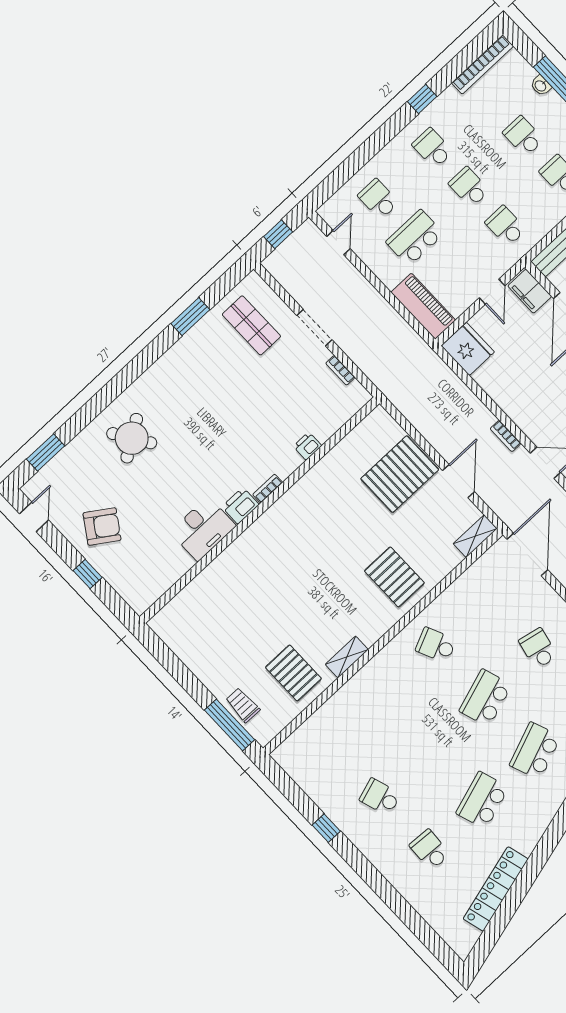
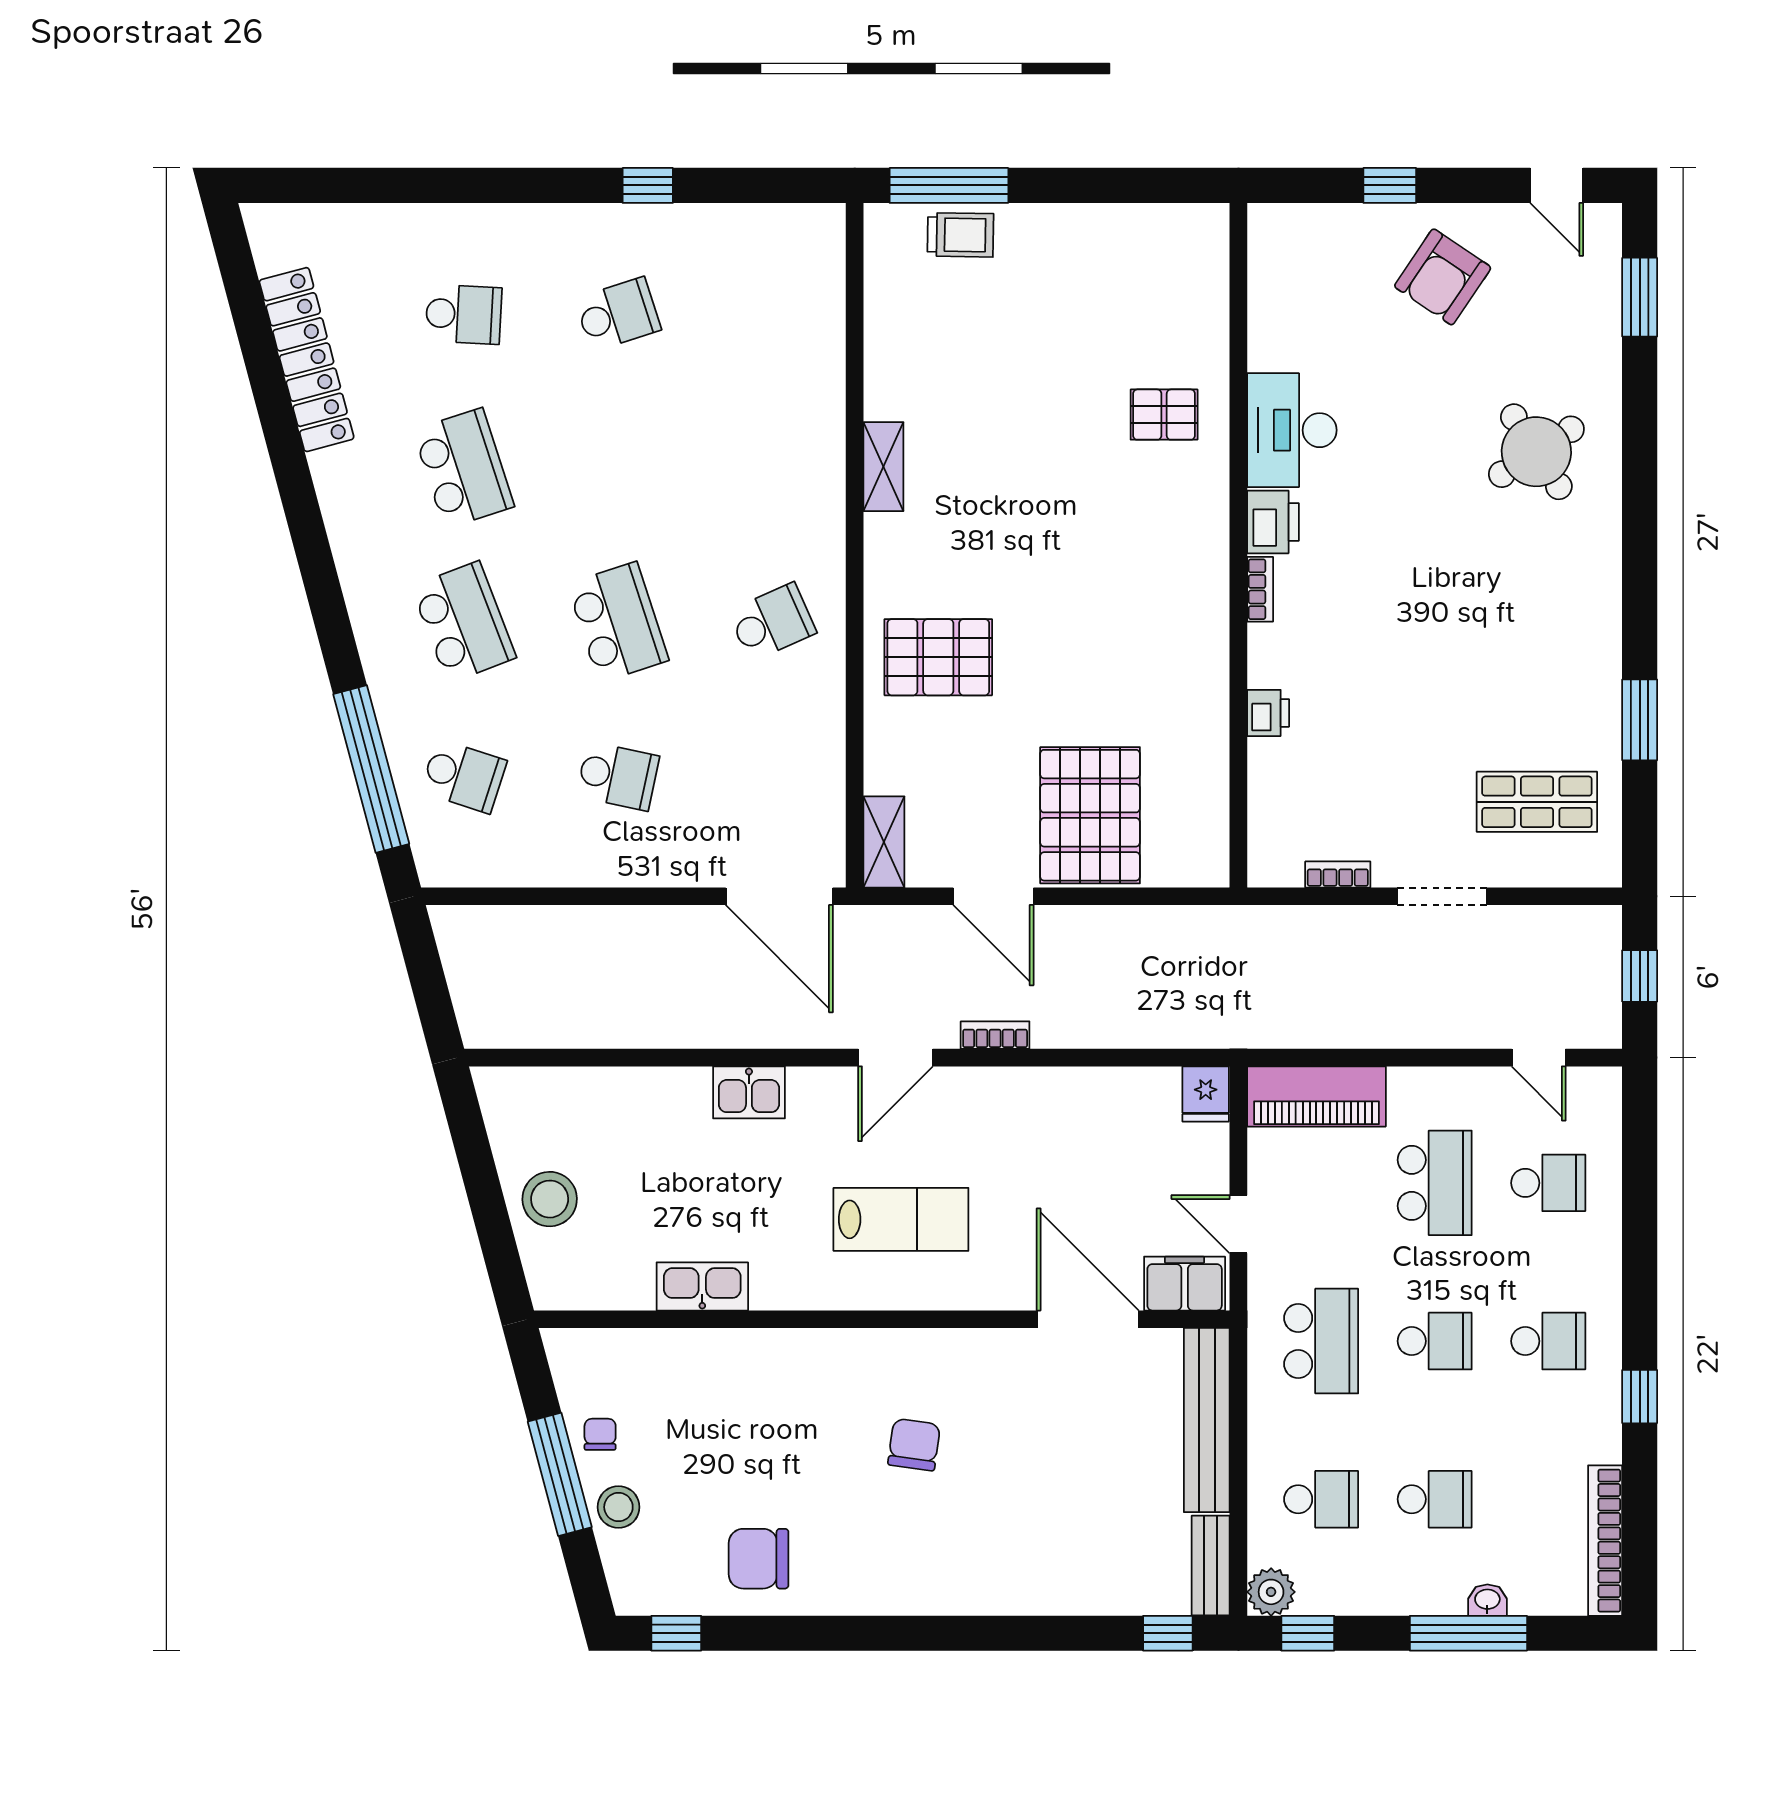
school desk: (505, 226) -> (1321, 1341), width x1.85
fridge: (468, 349) -> (1206, 1094), width x0.53, depth x0.75
pallet: (293, 673) -> (1164, 415), moved, width x0.67, depth x0.71

